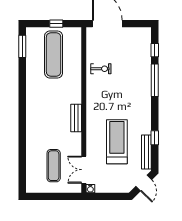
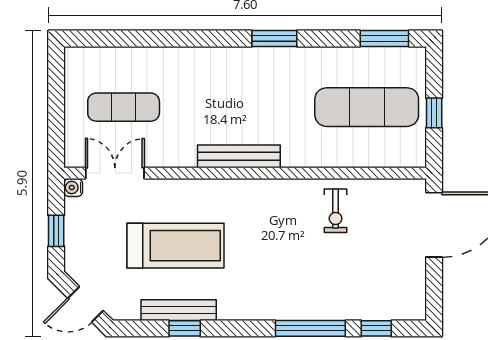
window: (22, 97) -> (274, 39), added
bench: (76, 118) -> (239, 156), width x1.36
bench: (146, 152) -> (179, 310), moved
window: (110, 196) -> (56, 231), added

